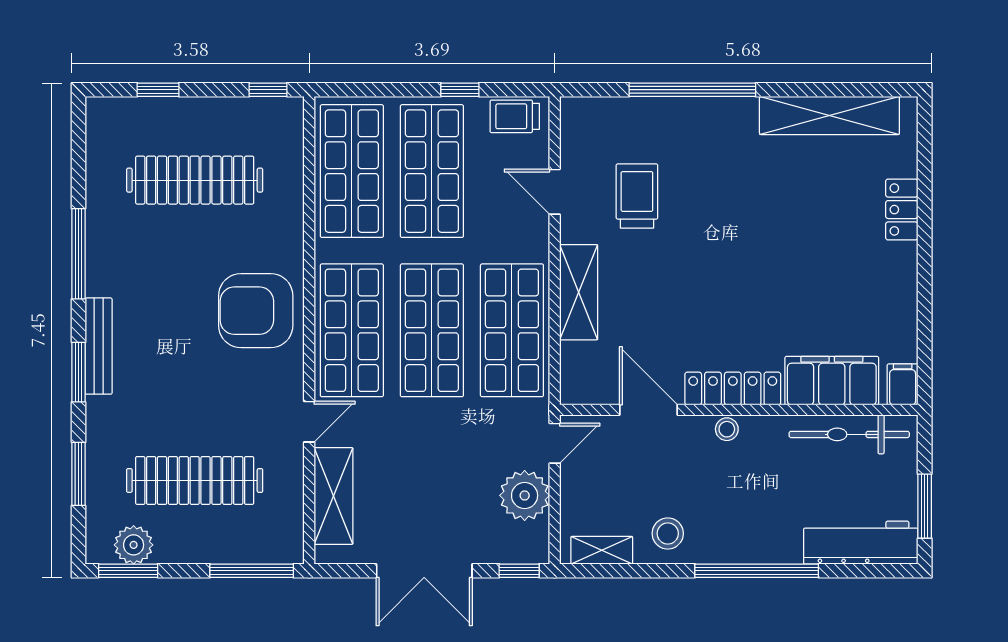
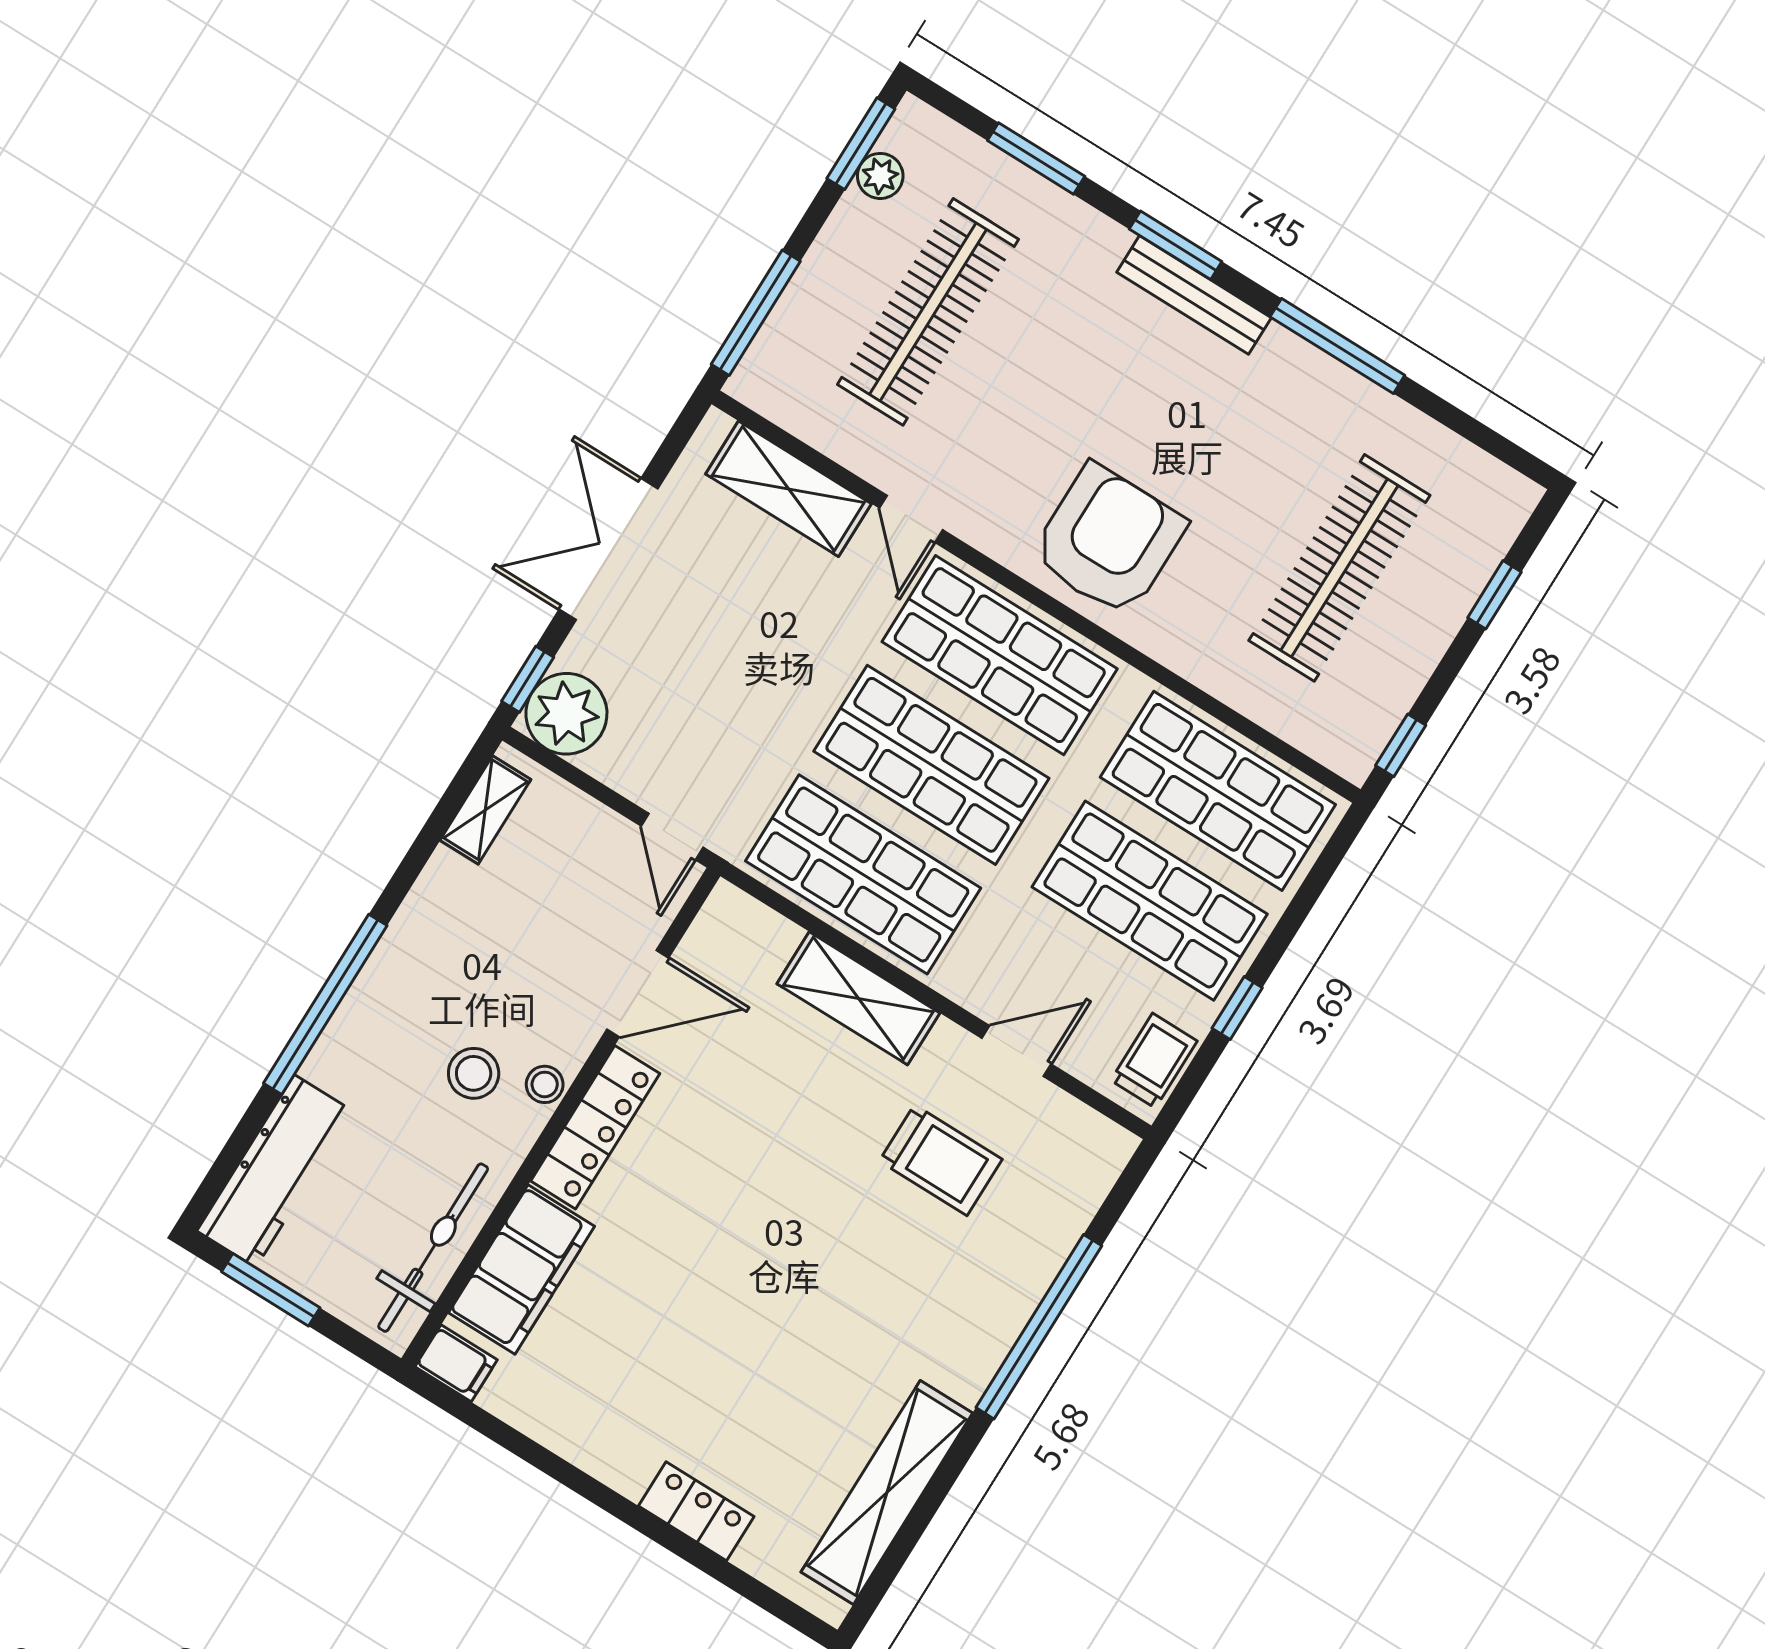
plant: (525, 495) -> (566, 714), moved
stool: (668, 533) -> (474, 1073), moved
plant: (134, 545) -> (880, 176), width x0.73, depth x0.73

